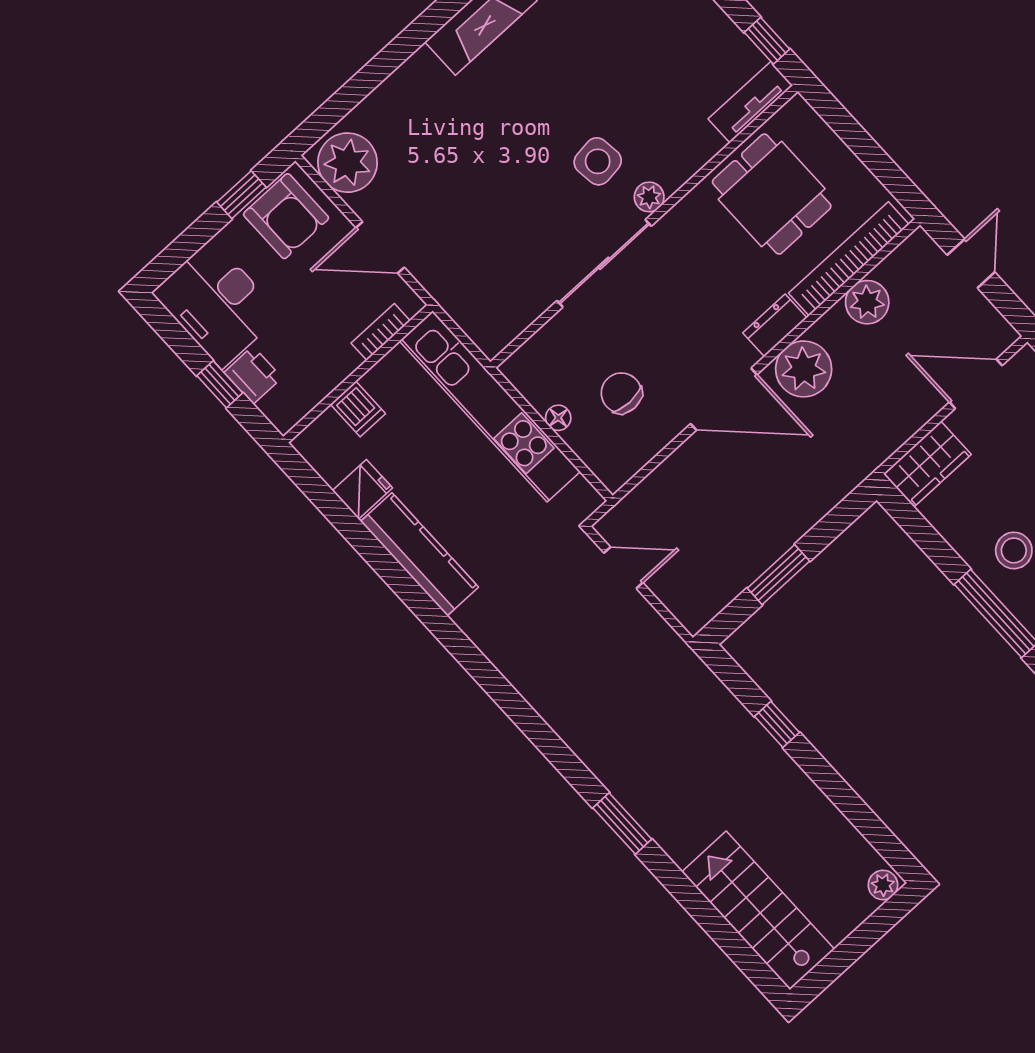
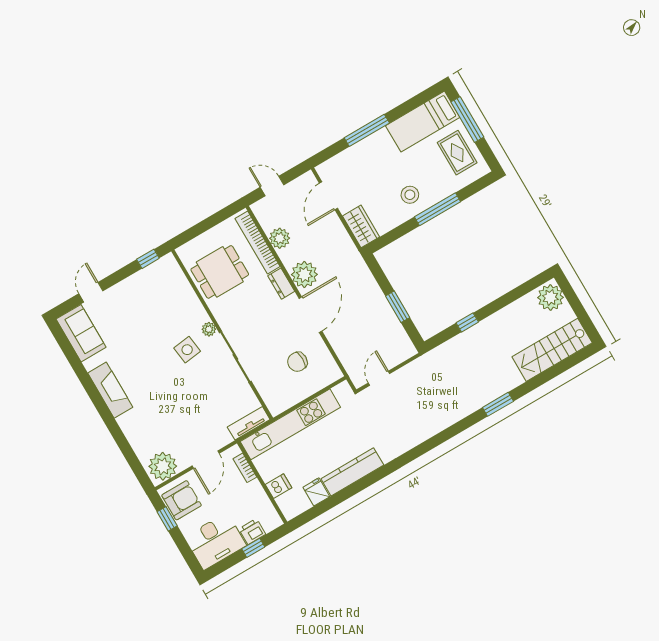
tv unit: (750, 102) -> (249, 423), moved, turned 90
floor lamp: (558, 418) -> (303, 394), removed
plant: (883, 885) -> (550, 297), width x1.87, depth x1.87

